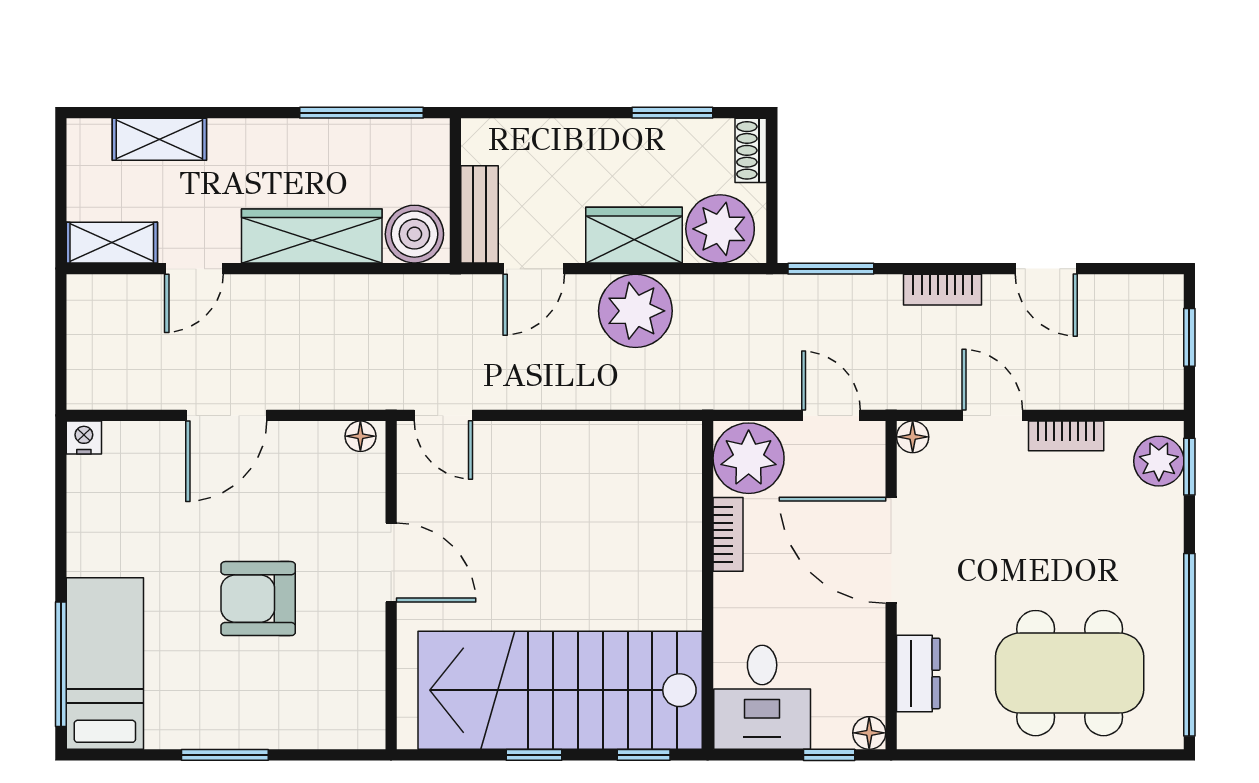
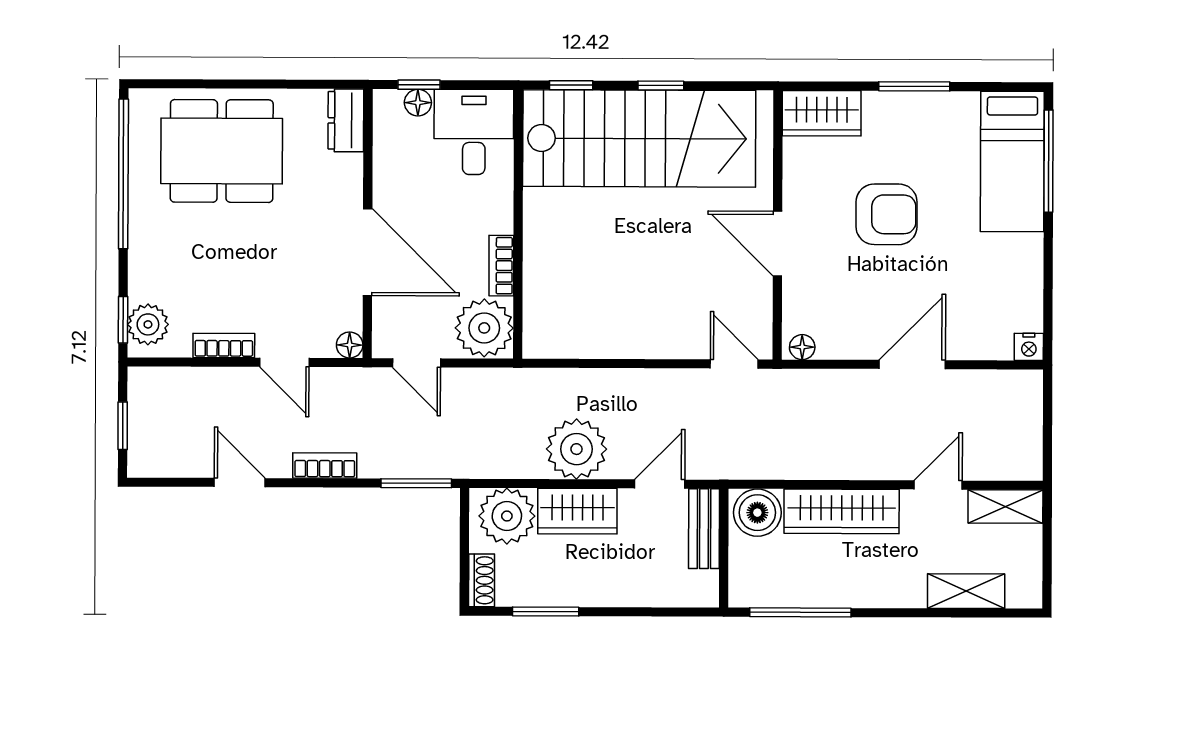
dresser: (918, 673) -> (346, 120), moved
wardrobe: (338, 722) -> (822, 113), added
floor lamp: (869, 733) -> (418, 103), moved

